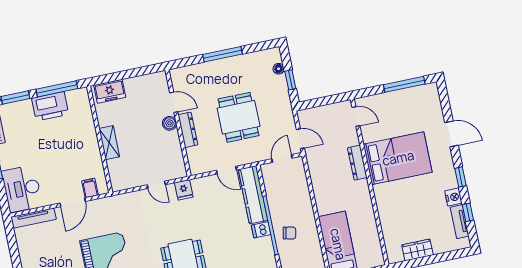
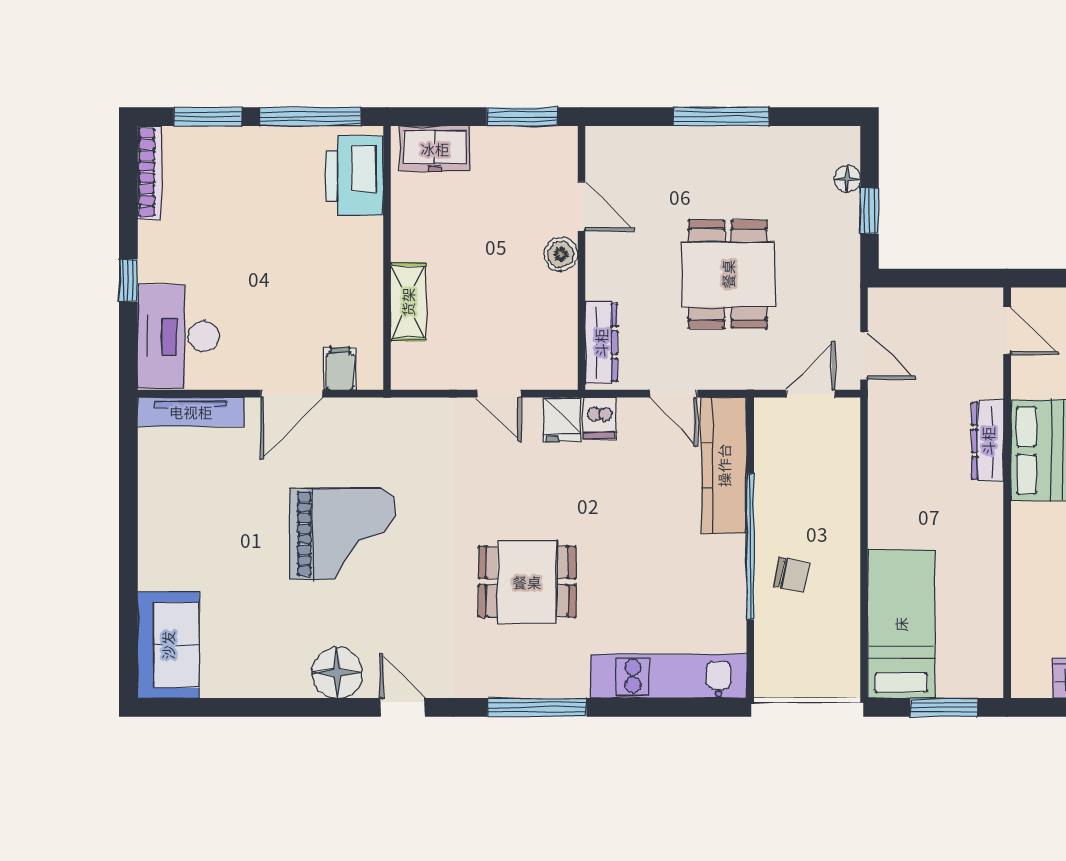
window: (142, 71) -> (522, 117), added
printer: (50, 106) -> (355, 176), moved, turned 90
dresser: (188, 130) -> (601, 343), moved
shelving: (109, 143) -> (408, 302), moved
dishwasher: (261, 230) -> (600, 418), moved, turned -90

